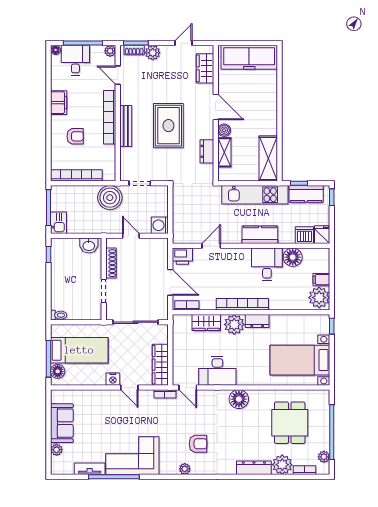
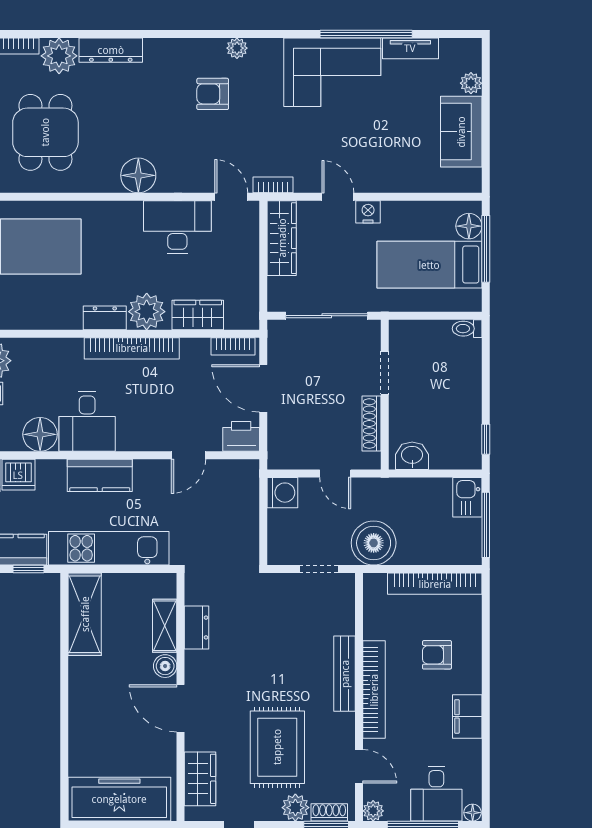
rug: (168, 126) -> (277, 747), moved

